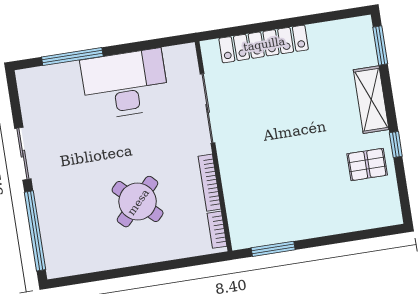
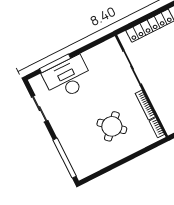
desk: (125, 84) -> (68, 78), moved
sliding door: (23, 154) -> (40, 109), moved

